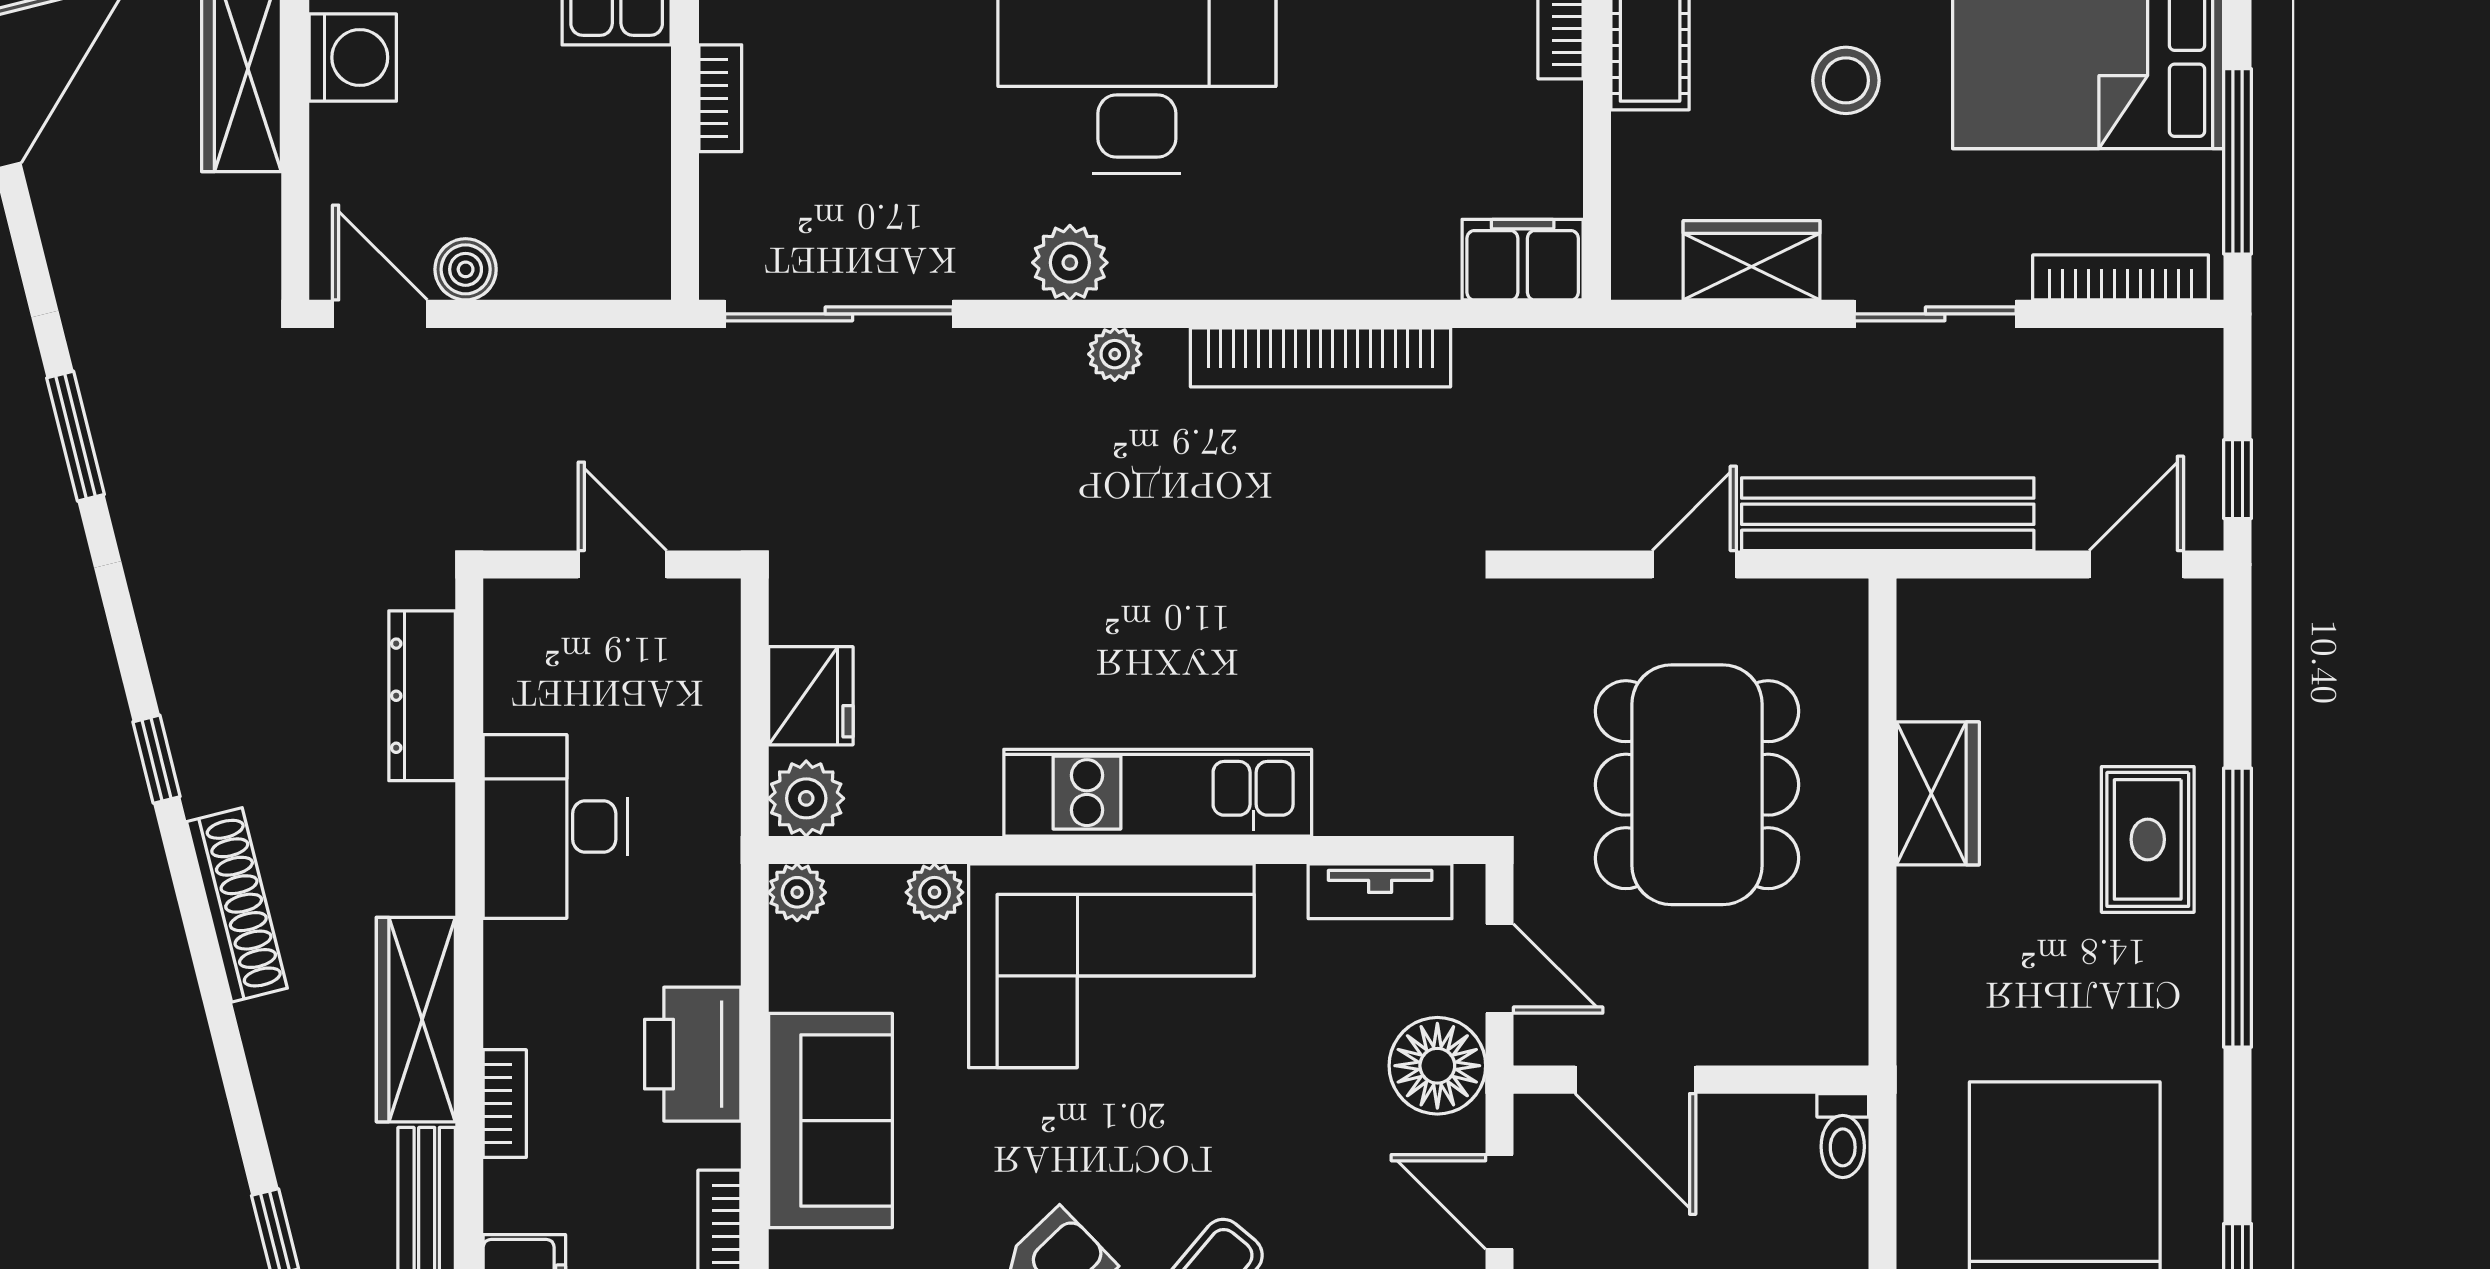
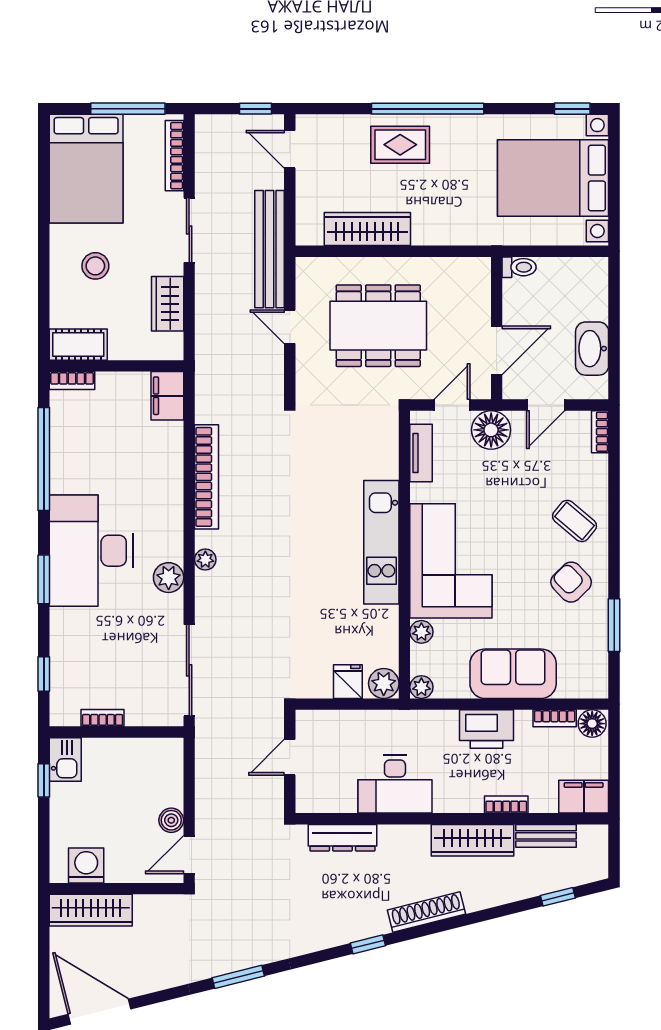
fridge: (811, 696) -> (348, 682), width x0.72
wardrobe: (1938, 793) -> (367, 229), width x1.50

